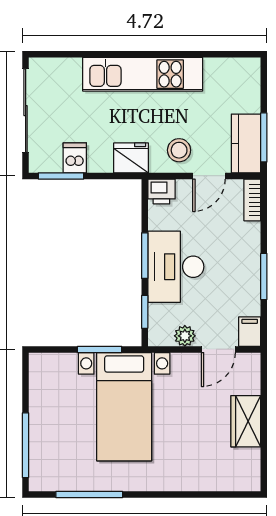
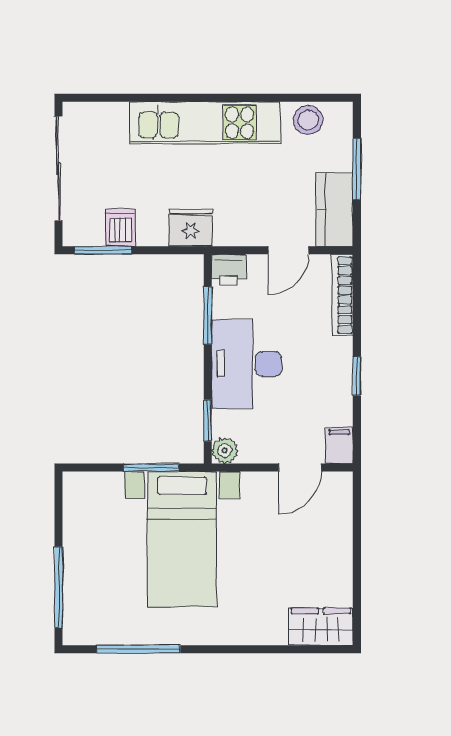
window: (264, 137) -> (357, 169), moved
stool: (179, 150) -> (308, 120), moved
bookcase: (252, 200) -> (342, 295), width x1.56
window: (145, 256) -> (208, 315), moved
window: (264, 277) -> (357, 376), width x0.67
plant: (185, 336) -> (225, 450), moved
wardrobe: (246, 421) -> (321, 627), moved, turned 90

